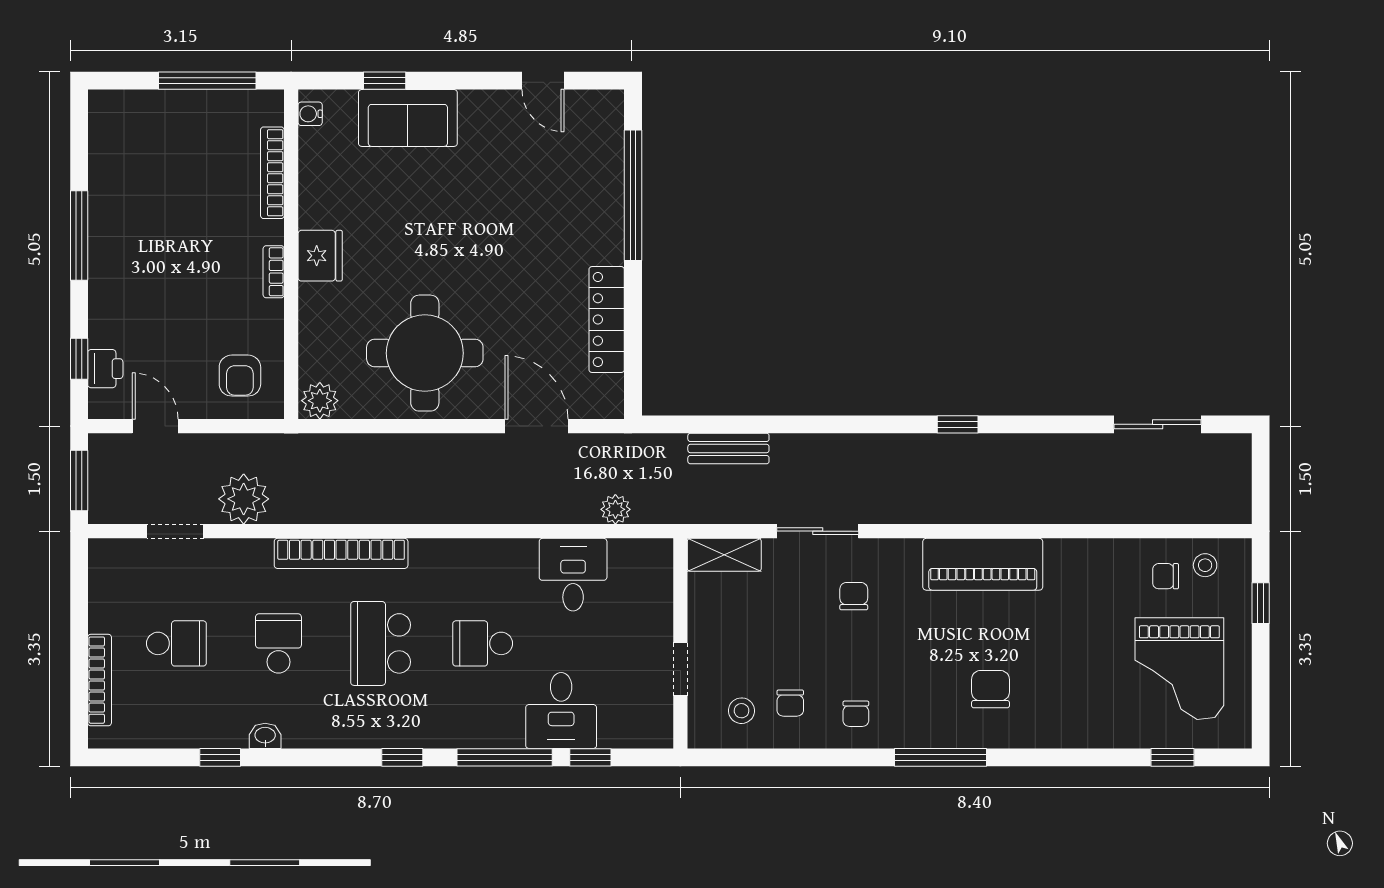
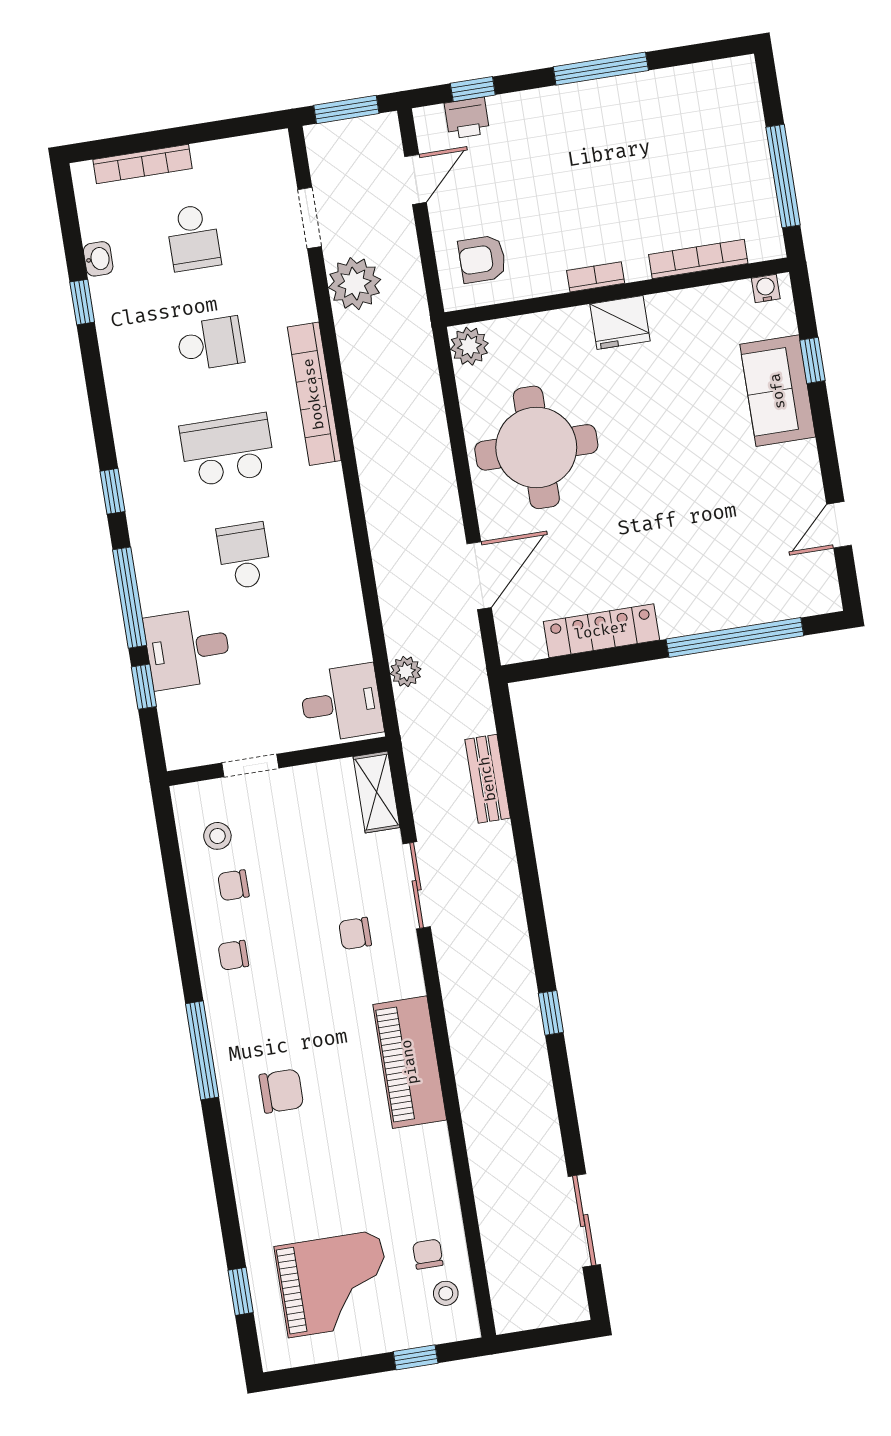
desk: (573, 575) -> (341, 703), moved
chair: (854, 596) -> (355, 933), turned 180
grand piano: (1179, 669) -> (334, 1284), turned 180
washbasin: (265, 736) -> (98, 259), moved

